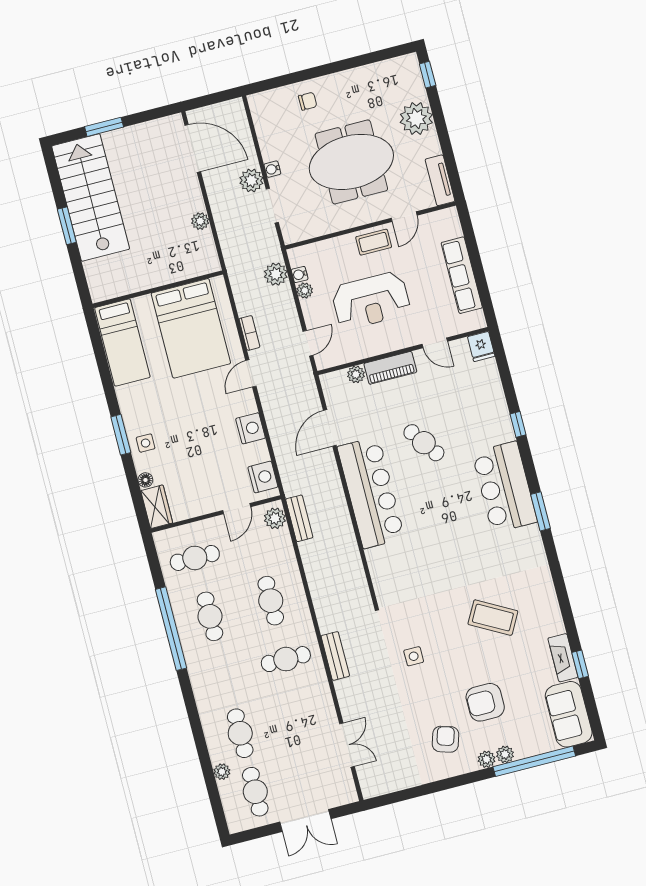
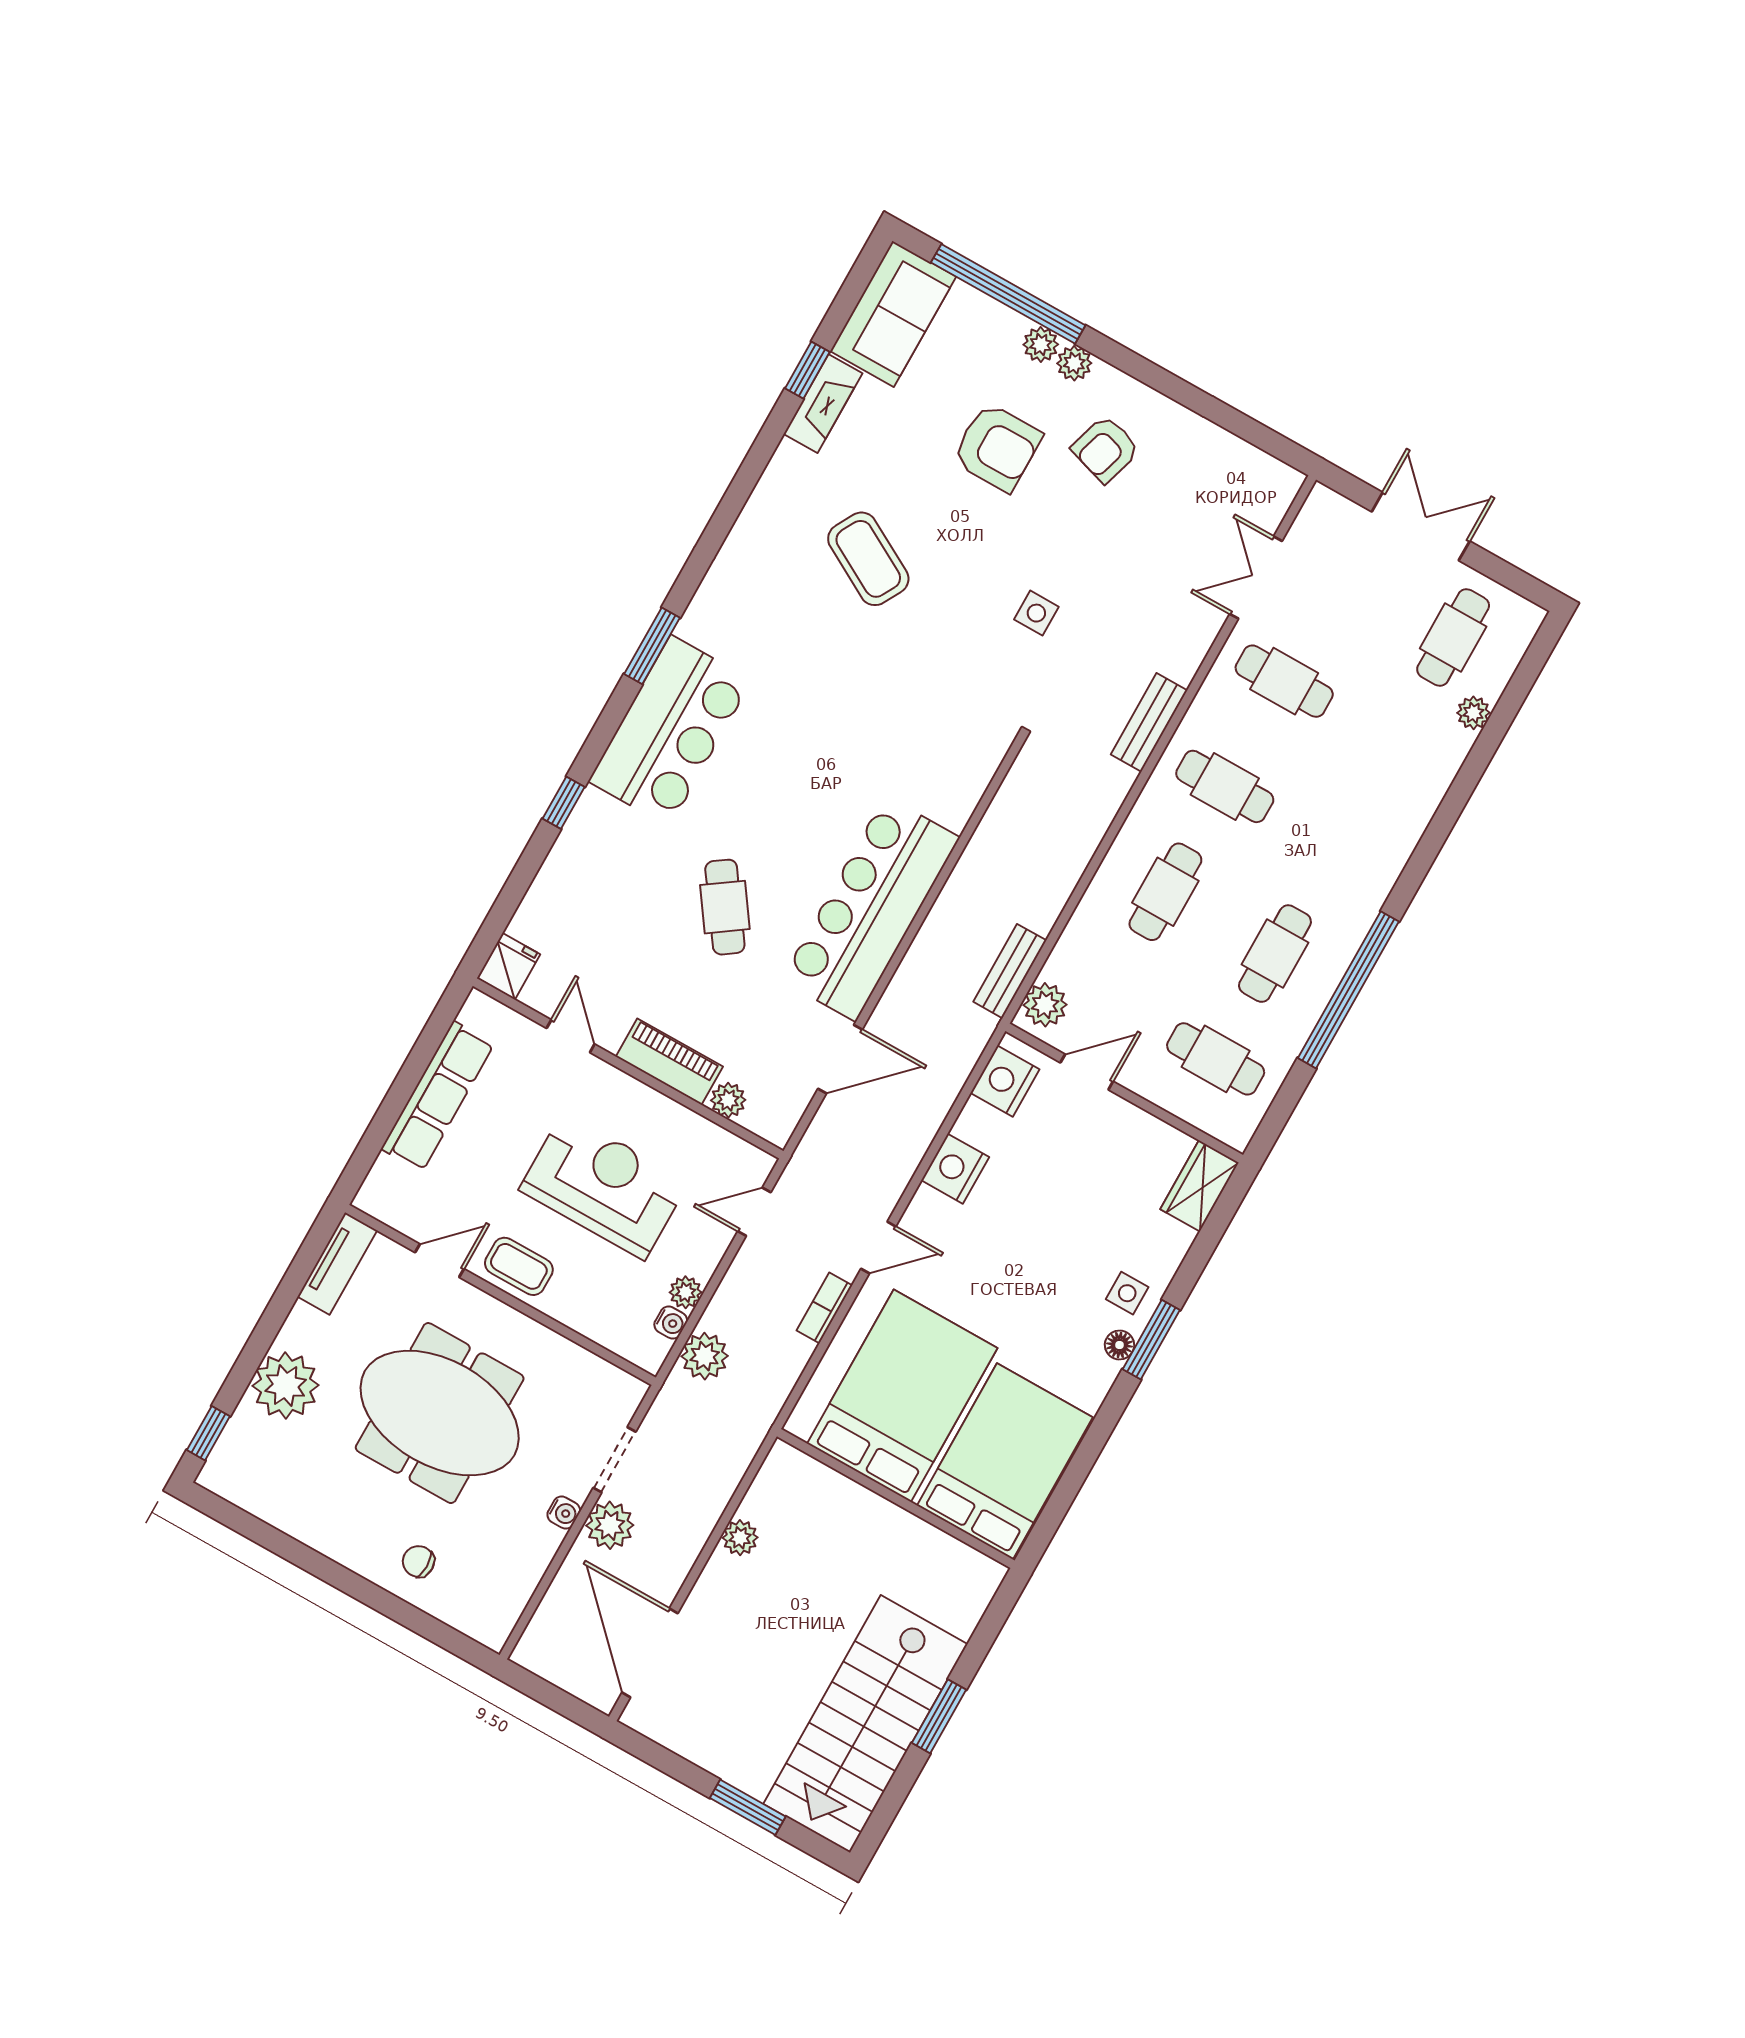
bed: (122, 342) -> (1005, 1461), width x1.50
floor lamp: (145, 480) -> (1119, 1345), moved
cafe table: (240, 733) -> (1284, 681), moved, turned 90

